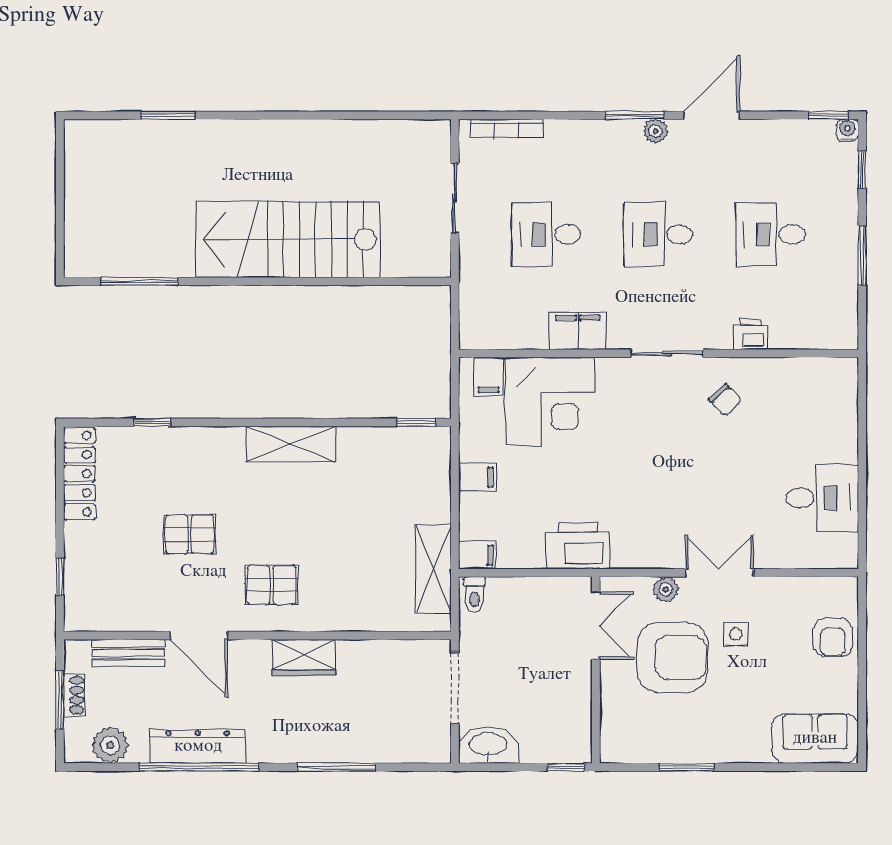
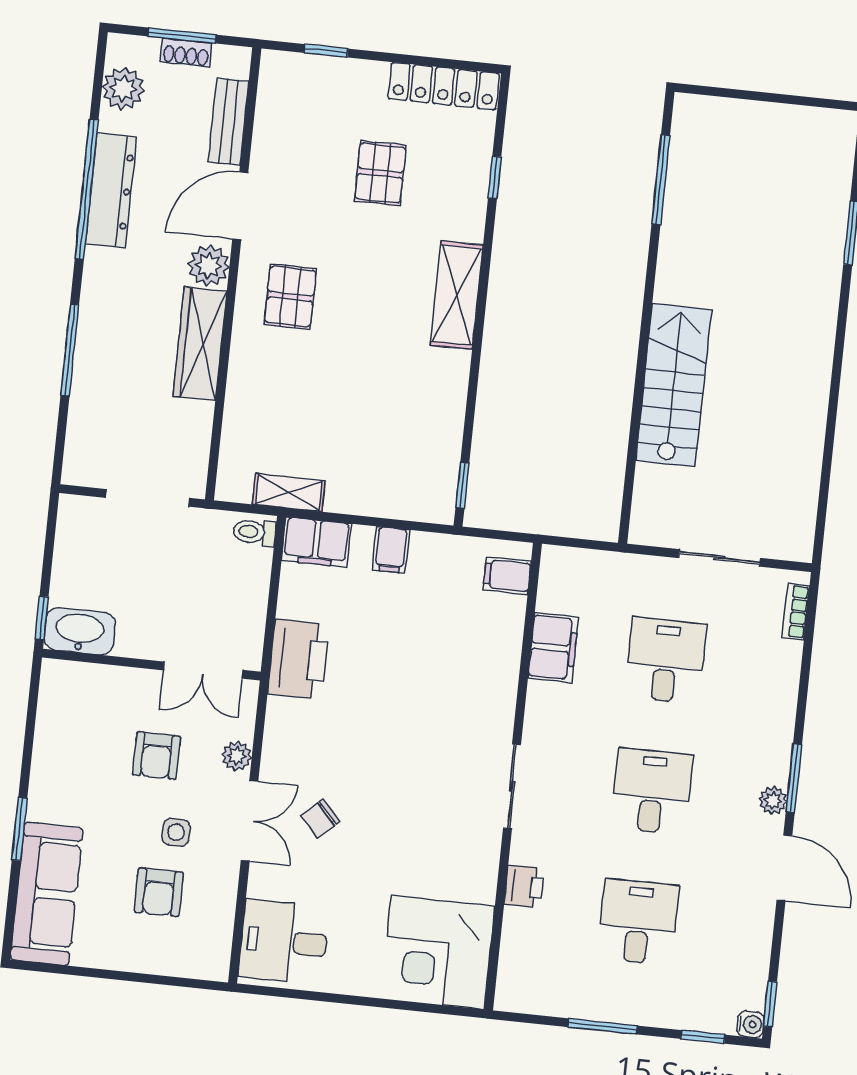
bookcase: (507, 128) -> (796, 612), width x0.64
stairs: (288, 239) -> (674, 385), width x0.73, depth x0.66
filing cabinet: (578, 331) -> (553, 647), moved
chair: (725, 400) -> (320, 818), moved
corner desk: (550, 402) -> (438, 952), moved
shelving: (291, 444) -> (457, 295), moved
desk: (822, 498) -> (284, 942), moved, turned 90
pallet: (190, 534) -> (380, 173), moved
filing cabinet: (477, 555) -> (316, 542), width x2.00
shelving: (433, 569) -> (289, 493), width x0.67, depth x0.75
armchair: (833, 637) -> (159, 892), moved, turned -90
plant: (252, 657) -> (209, 266), added
wardrobe: (304, 657) -> (200, 344), width x1.50
armchair: (672, 657) -> (157, 755), width x0.53, depth x0.53
sofa: (815, 738) -> (47, 894), width x1.36
washbasin: (488, 745) -> (80, 631), moved, turned -90
window: (687, 767) -> (19, 829), moved

